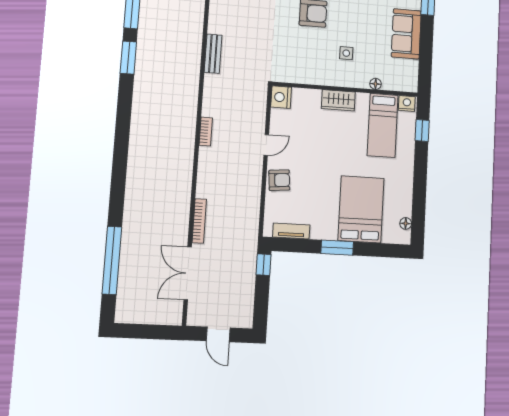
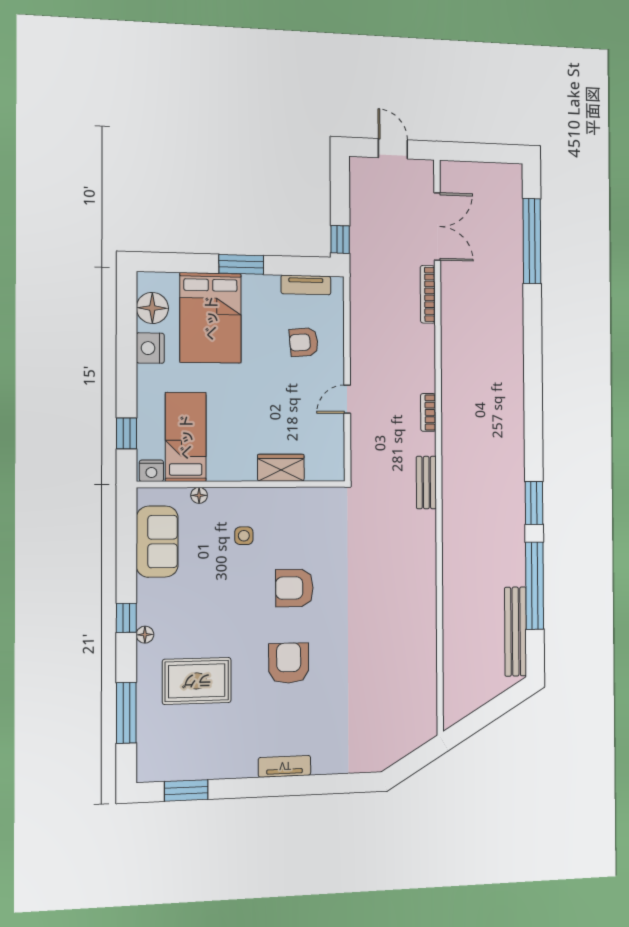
sofa: (406, 34) -> (157, 542), moved
bench: (213, 54) -> (426, 483), moved
nightstand: (281, 97) -> (150, 348), moved, turned 180
wardrobe: (338, 100) -> (281, 468), moved
armchair: (279, 180) -> (304, 342), moved
floor lamp: (406, 223) -> (152, 308), width x1.89, depth x1.89

